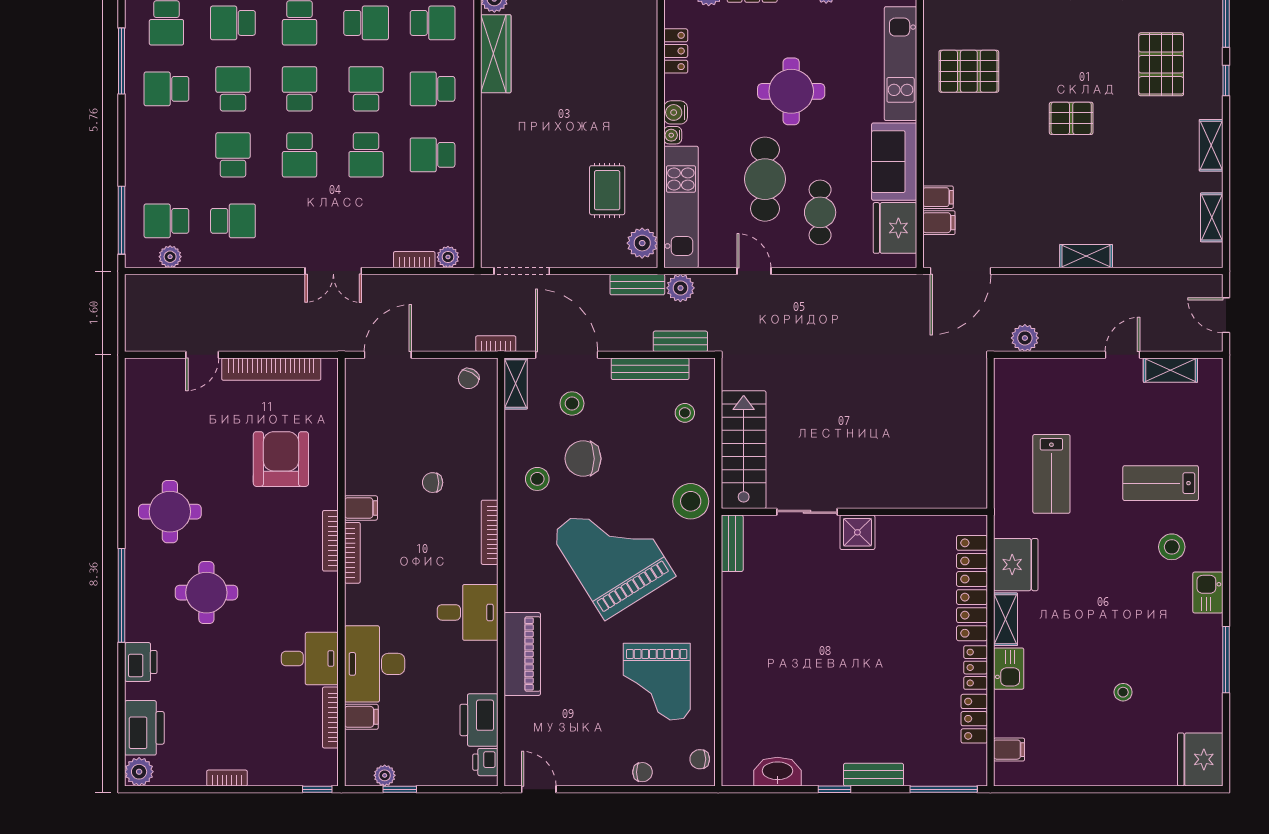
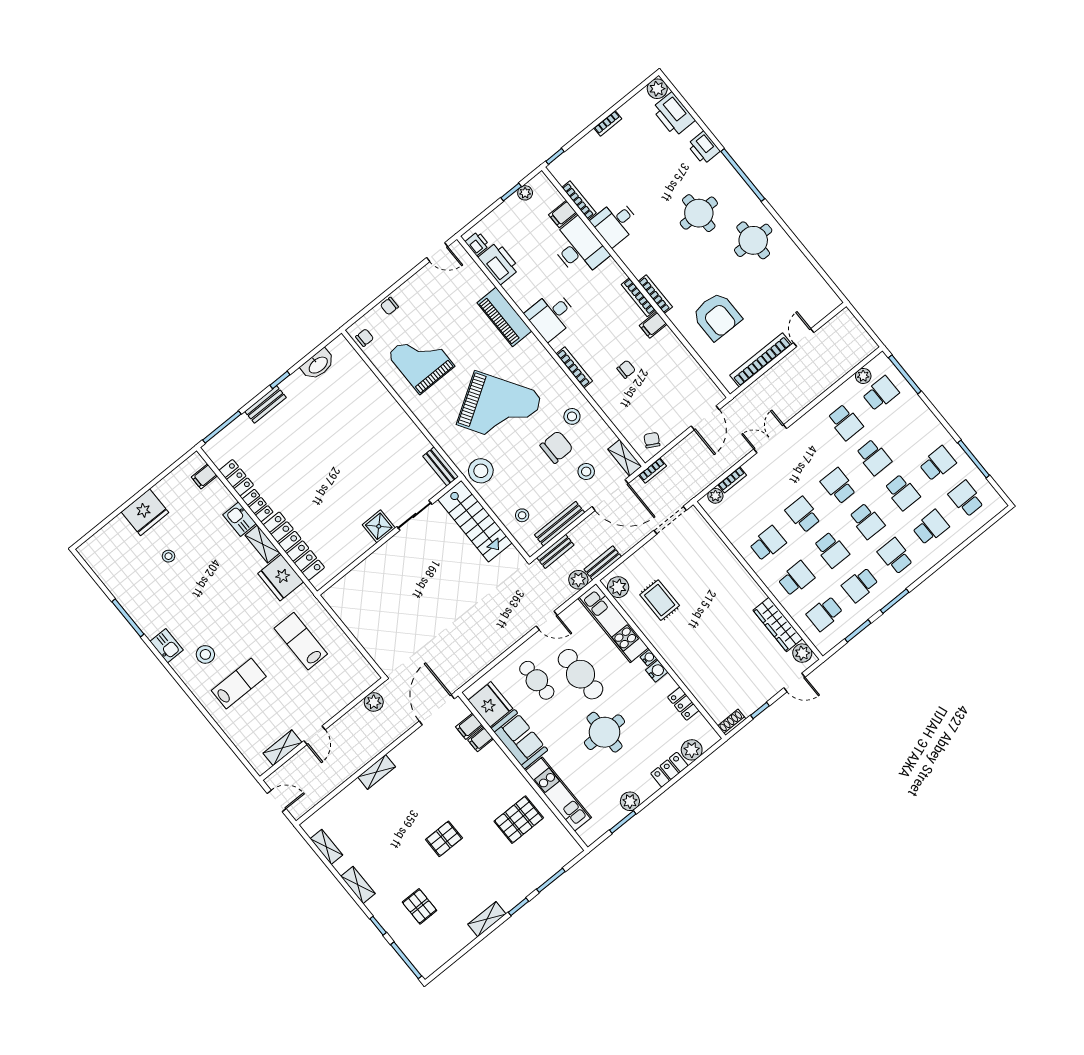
pallet: (1161, 64) -> (419, 906), width x0.67, depth x0.71
school desk: (233, 221) -> (845, 422), turned -90
fridge: (1200, 759) -> (145, 512), moved, turned 90

